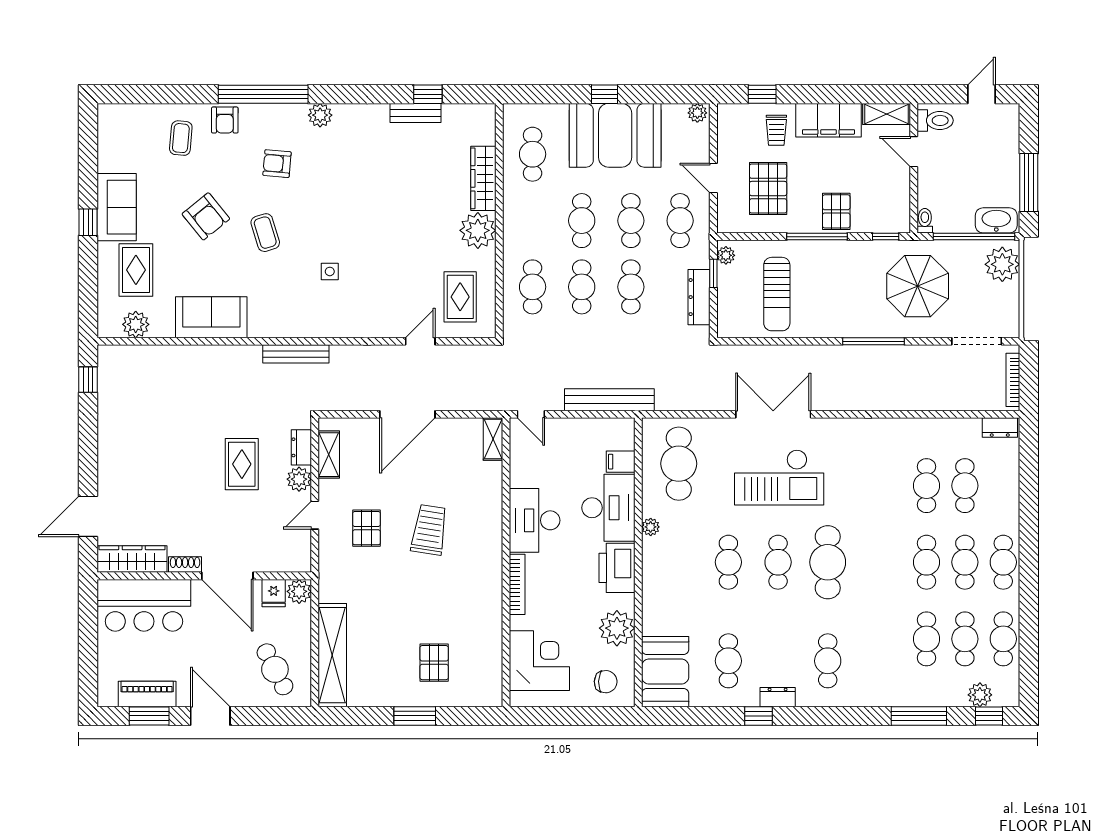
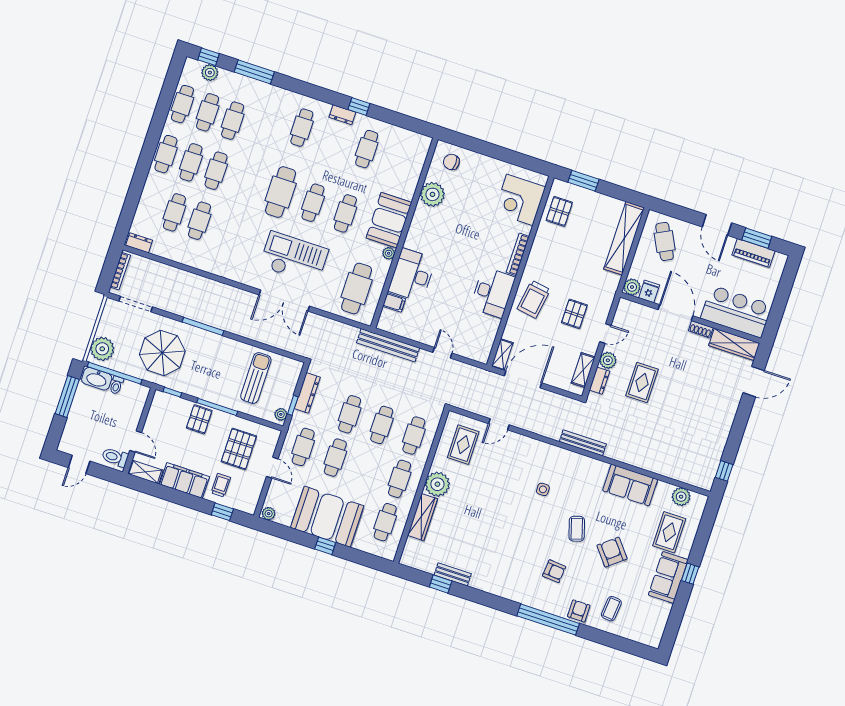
plant: (320, 115) -> (516, 594), removed
cafe table: (582, 221) -> (400, 479), moved
toilet: (925, 221) -> (116, 385), moved
shelving: (493, 439) -> (502, 355), moved
desk: (535, 520) -> (493, 292), moved
wall: (506, 562) -> (520, 271), moved
printer: (617, 568) -> (419, 234), removed
bookcase: (517, 584) -> (518, 254), moved
corner desk: (539, 661) -> (520, 200), moved
booth: (665, 672) -> (389, 220), moved

